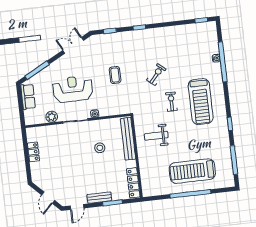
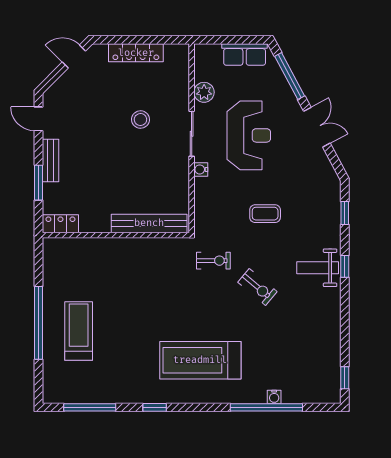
double door: (73, 45) -> (317, 127), moved
exercise bike: (171, 102) -> (213, 261), moved
weight bench: (156, 136) -> (318, 268), moved, turned -90
stool: (100, 148) -> (140, 120), moved
locker: (33, 152) -> (136, 53), width x1.53
treadmill: (192, 171) -> (79, 331), width x0.73, depth x0.73
locker: (133, 183) -> (60, 224), width x0.66
door: (48, 198) -> (74, 57), moved

